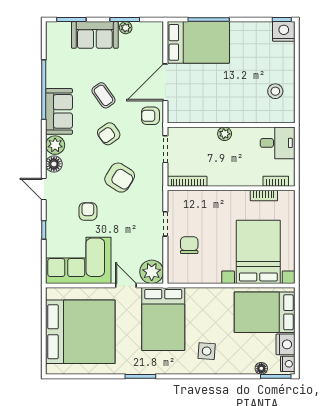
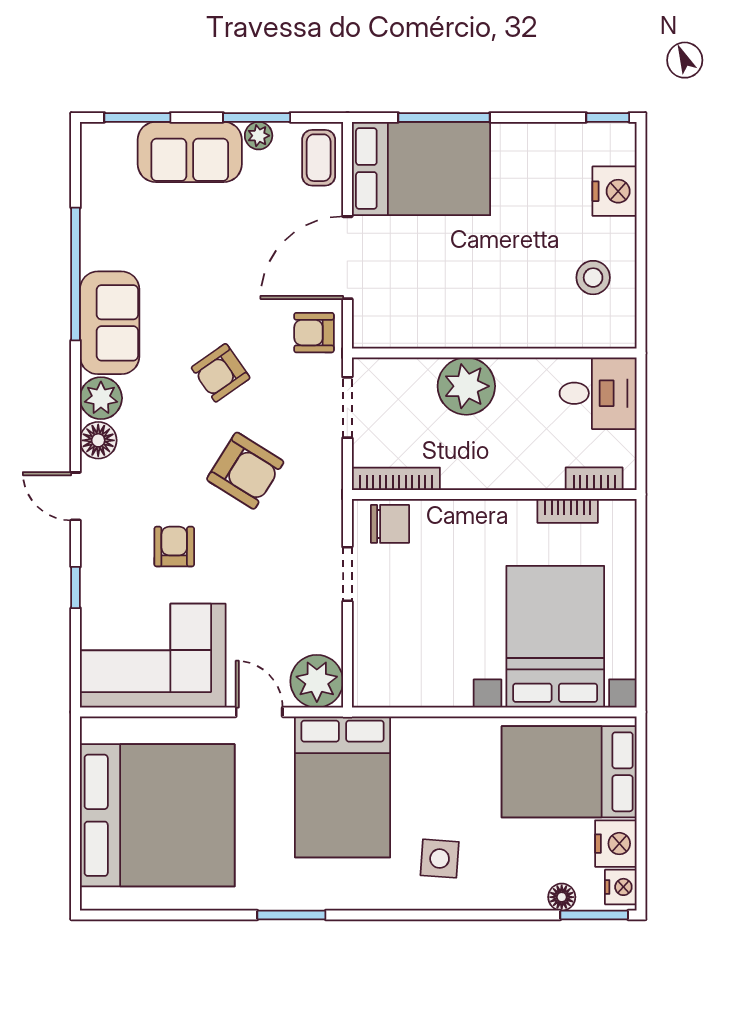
nightstand: (284, 31) -> (615, 191), moved, turned 90
coffee table: (103, 95) -> (319, 158), moved, turned 35
plant: (225, 134) -> (466, 386), width x1.88, depth x1.88
chair: (189, 245) -> (390, 524), moved, turned 90

